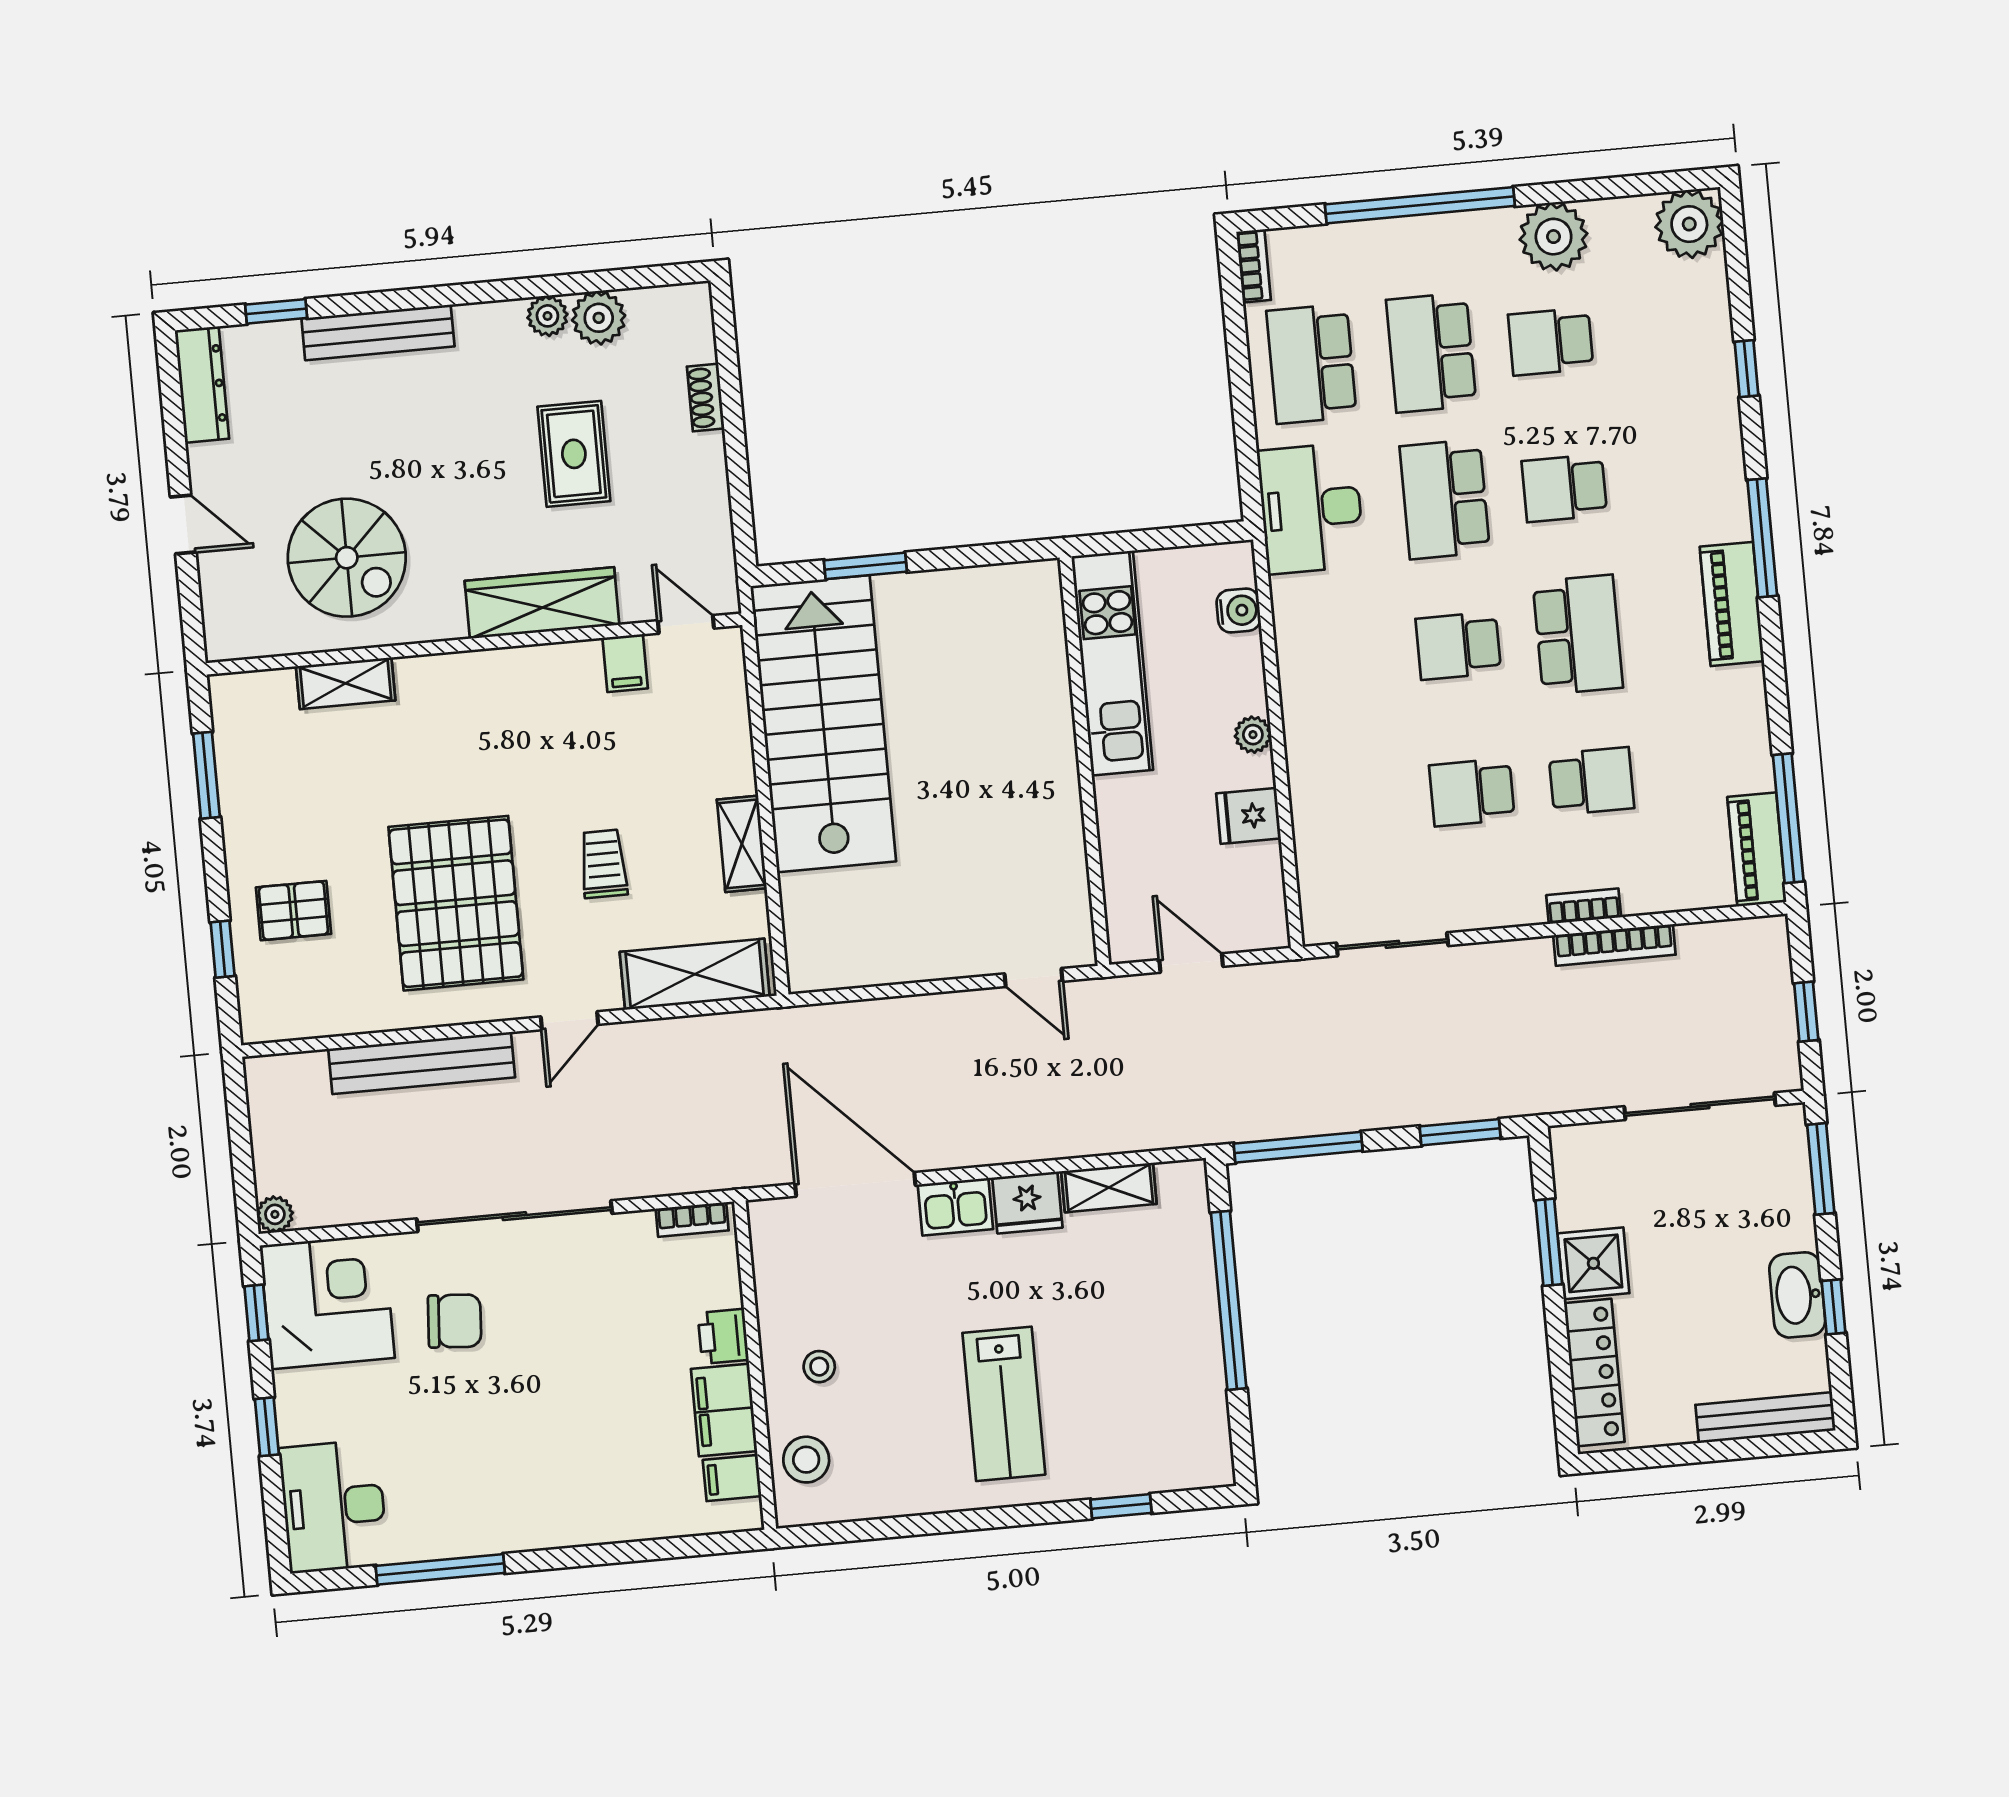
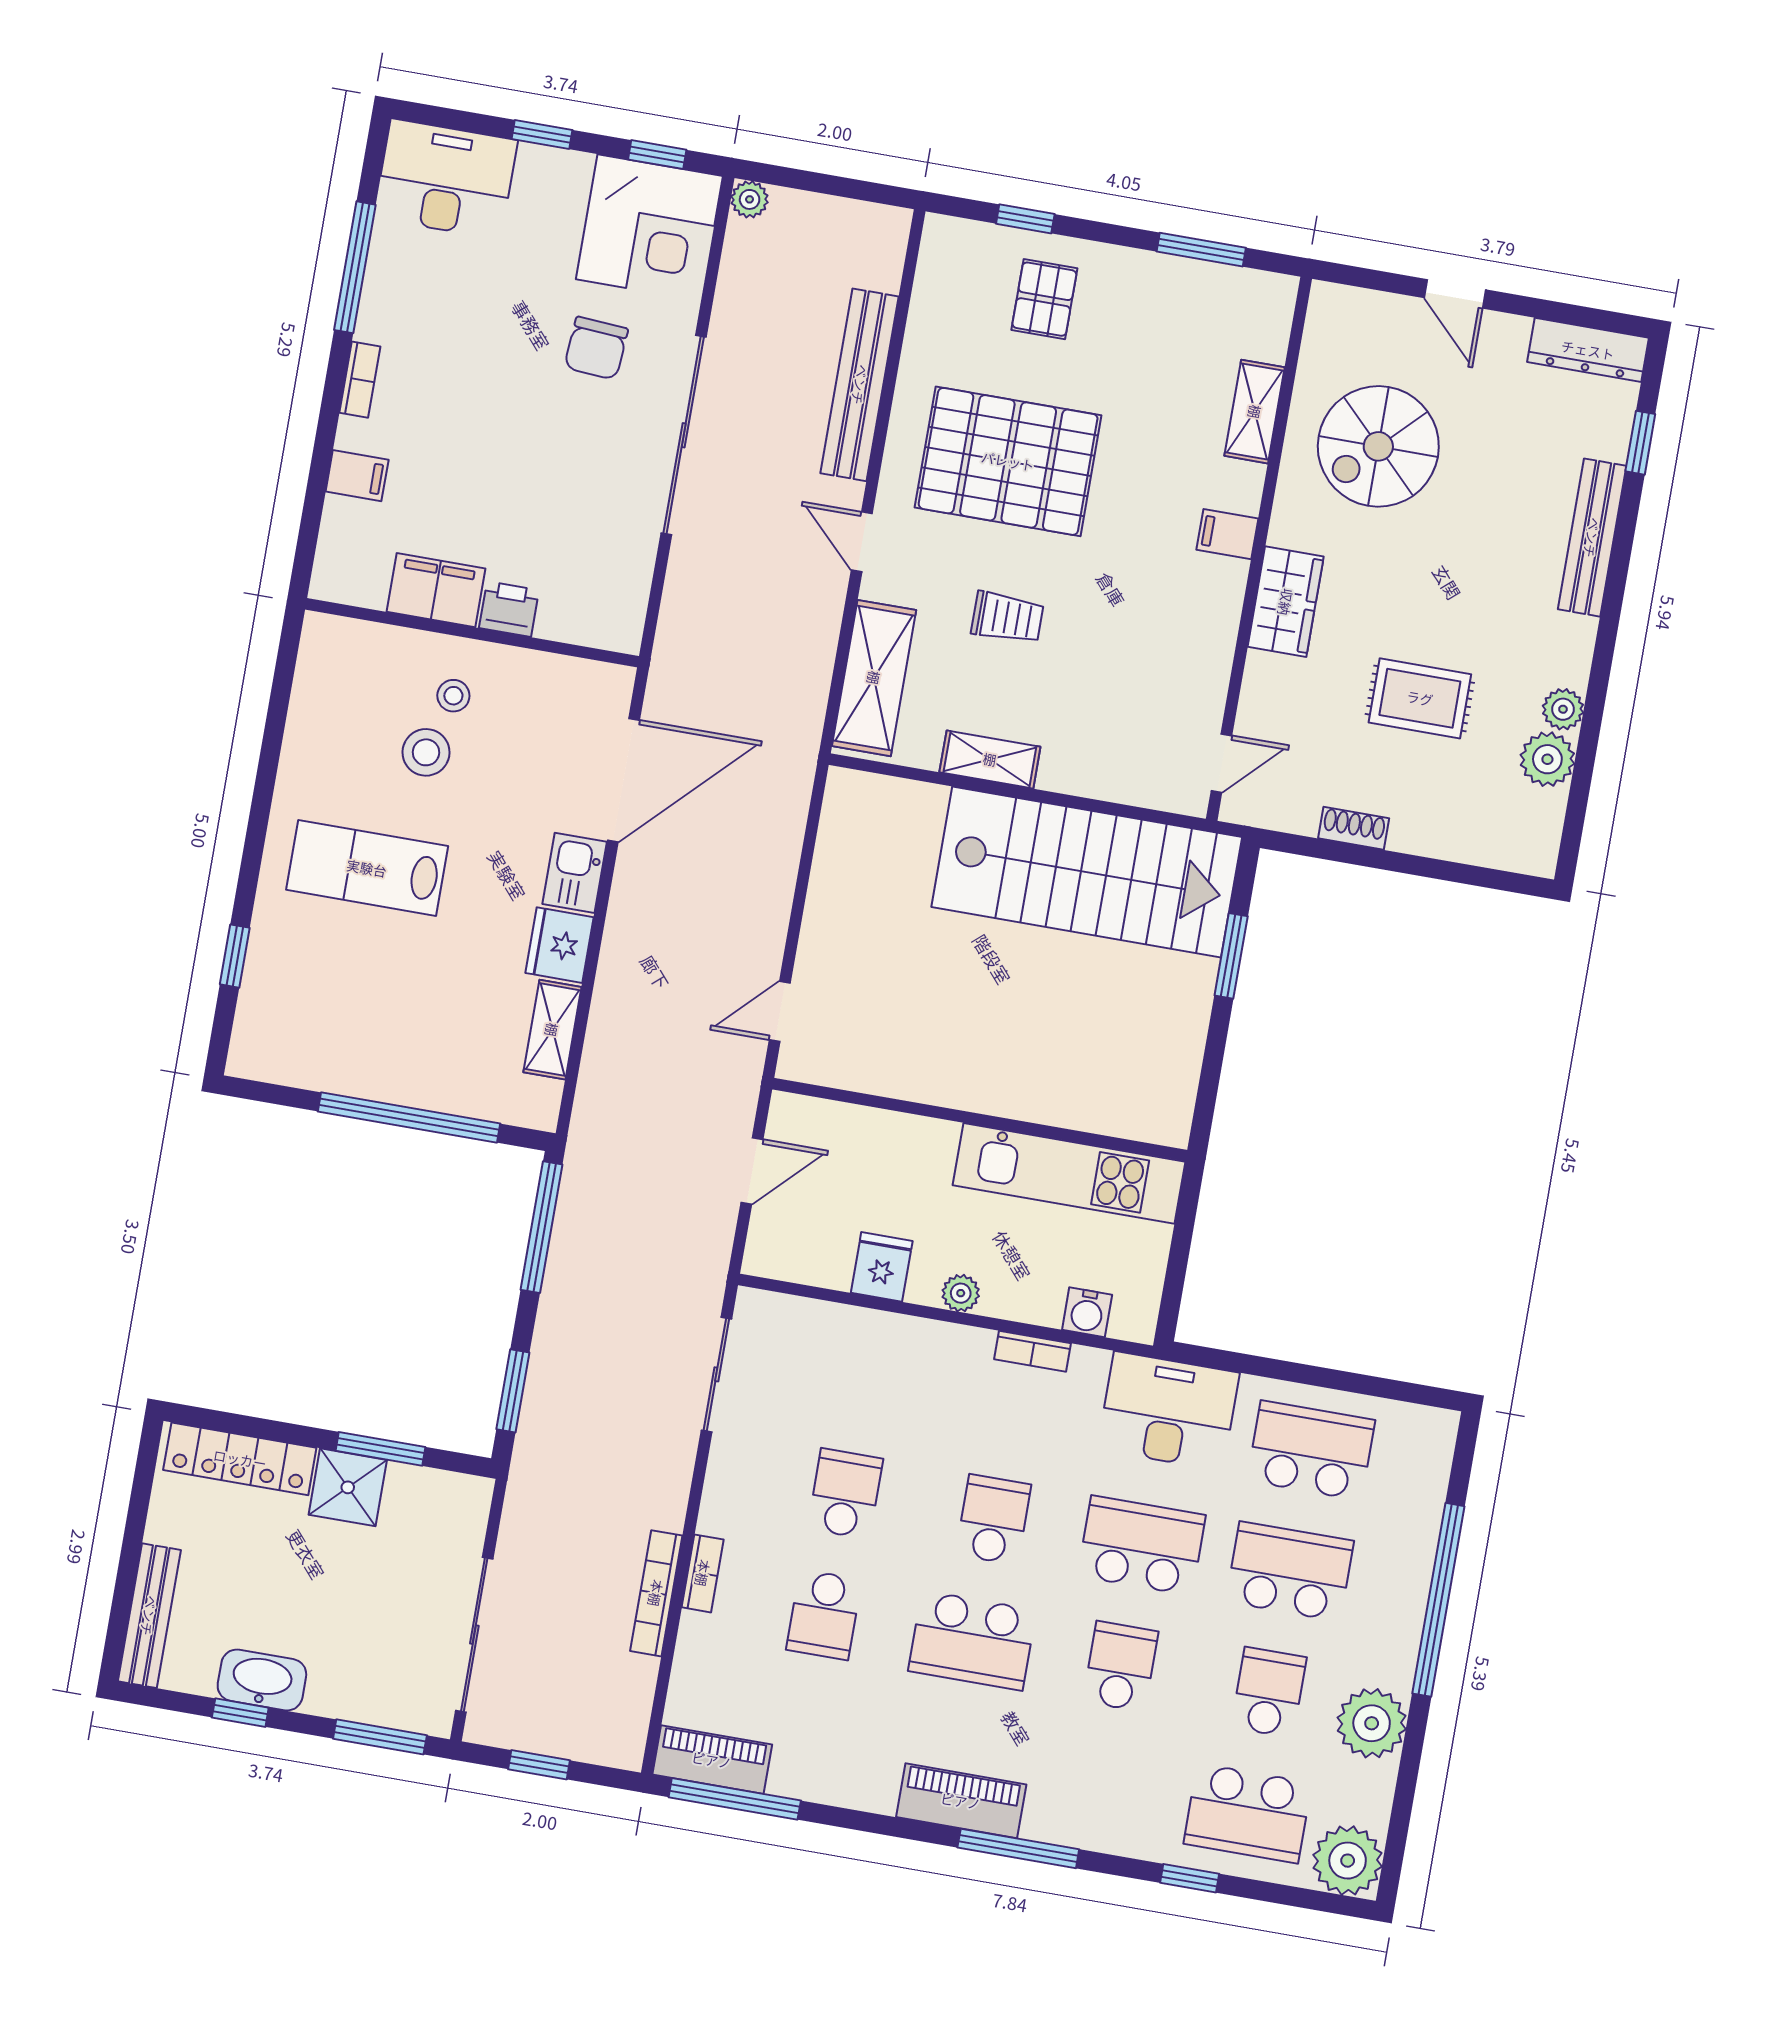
bookcase: (1254, 266) -> (1033, 1351), moved
school desk: (1670, 330) -> (1248, 1813), added
shoe rack: (706, 398) -> (1354, 828), moved
door: (183, 524) -> (1455, 294), hinge flipped
wardrobe: (542, 603) -> (1286, 602), width x0.67
filing cabinet: (625, 663) -> (1227, 534), moved
bookcase: (692, 1220) -> (360, 380), moved, turned 180
stool: (806, 1460) -> (426, 752), moved
filing cabinet: (732, 1478) -> (357, 476), moved, turned 90

